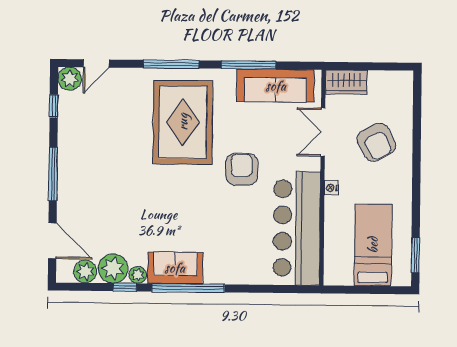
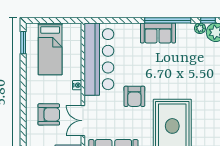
double door: (323, 132) -> (83, 121), swing flipped
armchair: (376, 142) -> (49, 114), turned 117
sofa: (175, 268) -> (158, 33), moved

